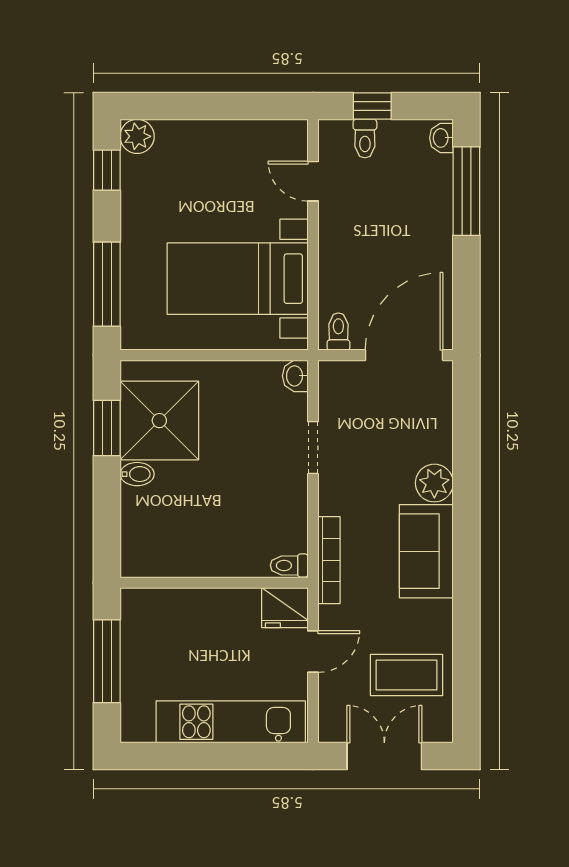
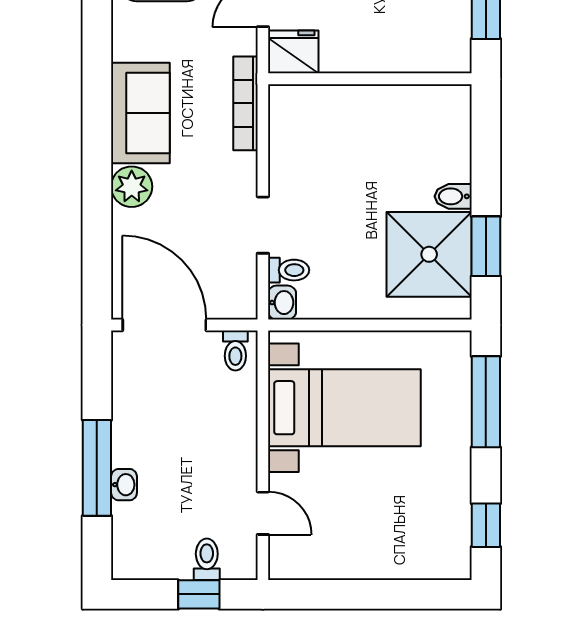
plant: (137, 136) -> (453, 562), removed
washbasin: (441, 138) -> (124, 485), moved
window: (466, 191) -> (97, 468), moved
door: (404, 355) -> (164, 325), swing flipped
toilet: (289, 565) -> (289, 270), moved

